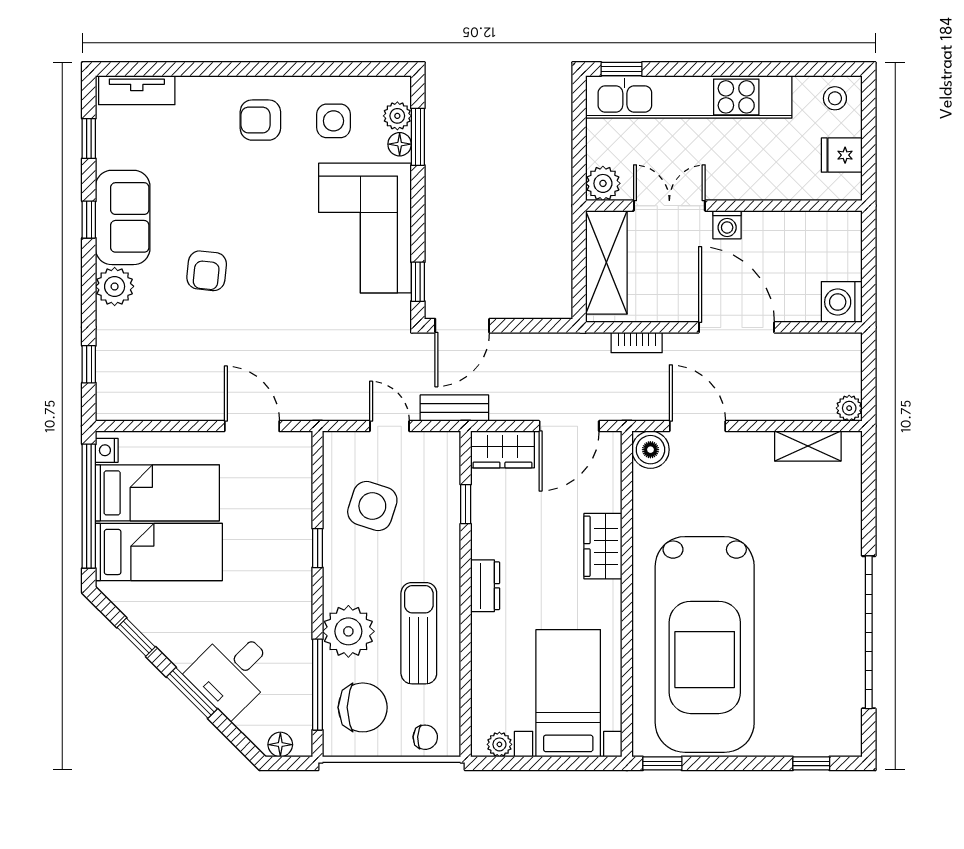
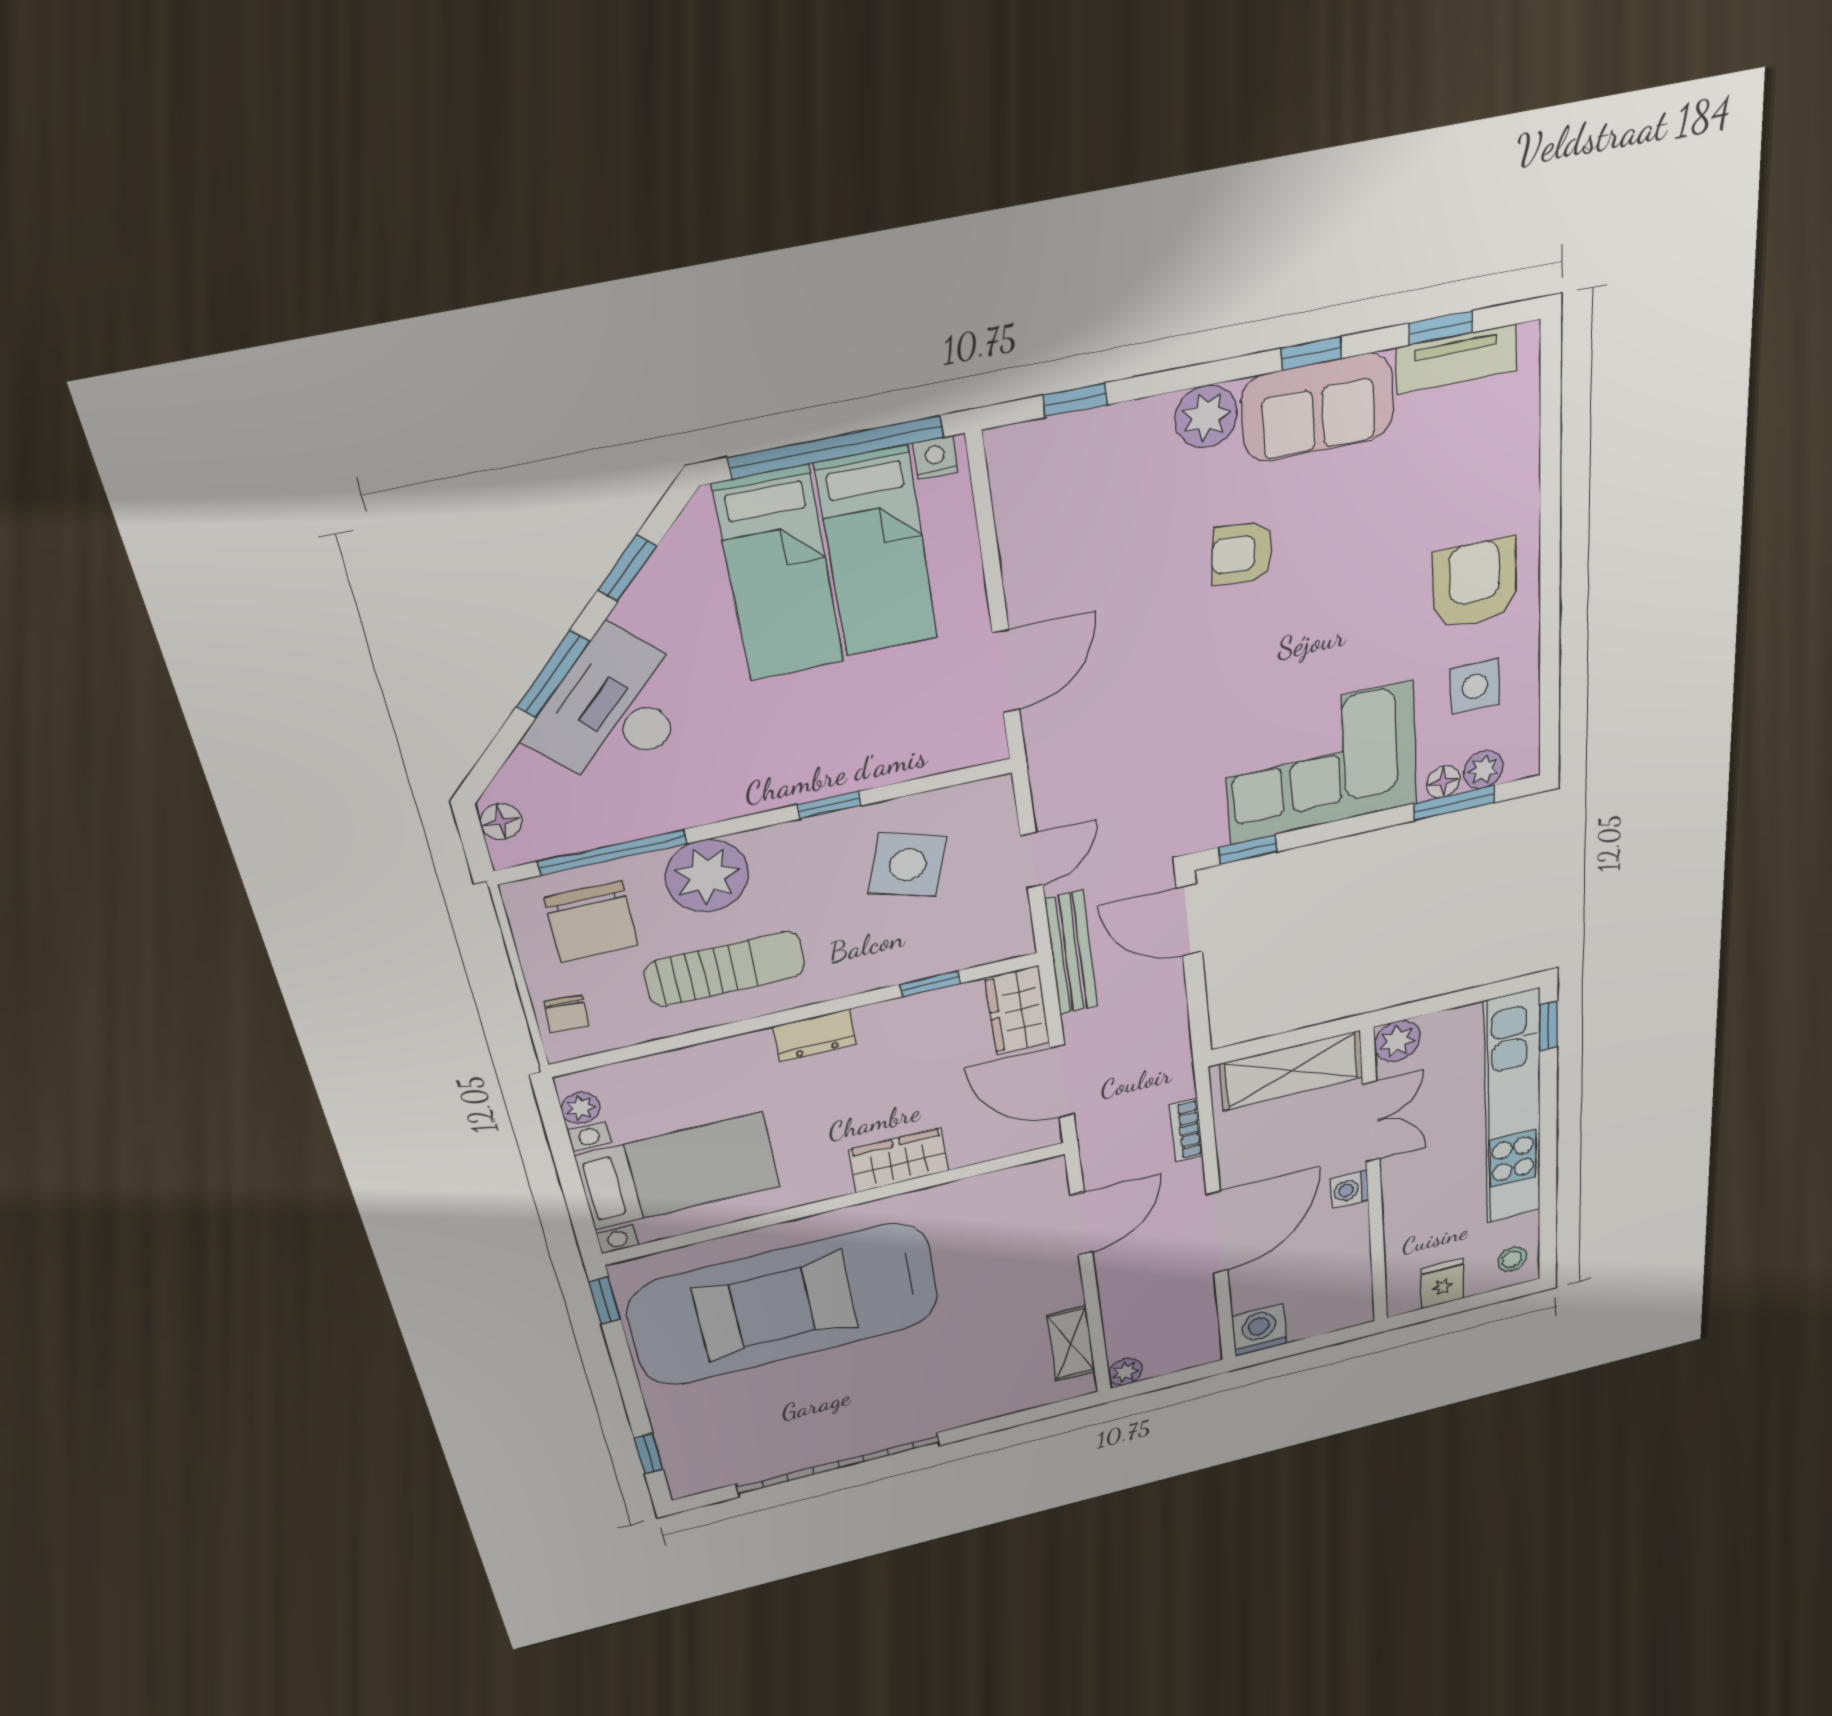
tv unit: (137, 90) -> (1456, 359), moved, turned -90
armchair: (260, 120) -> (1475, 584), width x1.38, depth x1.38
bench: (454, 408) -> (1071, 953), width x1.36
boiler: (650, 450) -> (1042, 1181), removed
desk: (232, 672) -> (614, 711), width x1.37

